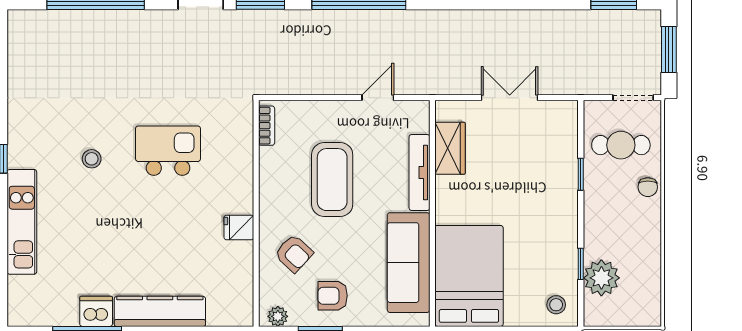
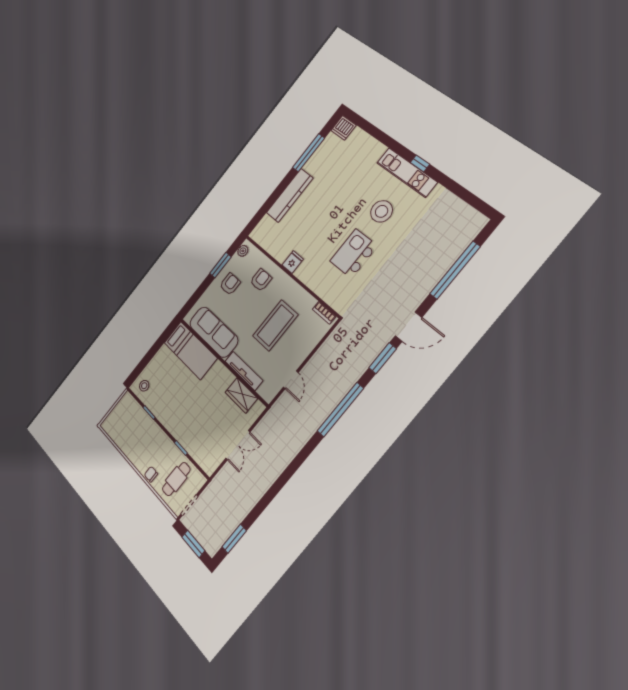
kitchen island: (168, 151) -> (354, 253), turned 180
stool: (92, 159) -> (382, 211), width x1.89, depth x1.89
coffee table: (332, 180) -> (275, 325), turned 90
kitchen unit: (22, 222) -> (407, 172), moved
armchair: (294, 253) -> (261, 280), turned 137
bed: (469, 276) -> (190, 350), width x0.67
plant: (601, 278) -> (137, 417), removed
dishwasher: (96, 311) -> (343, 128), moved, turned 90

